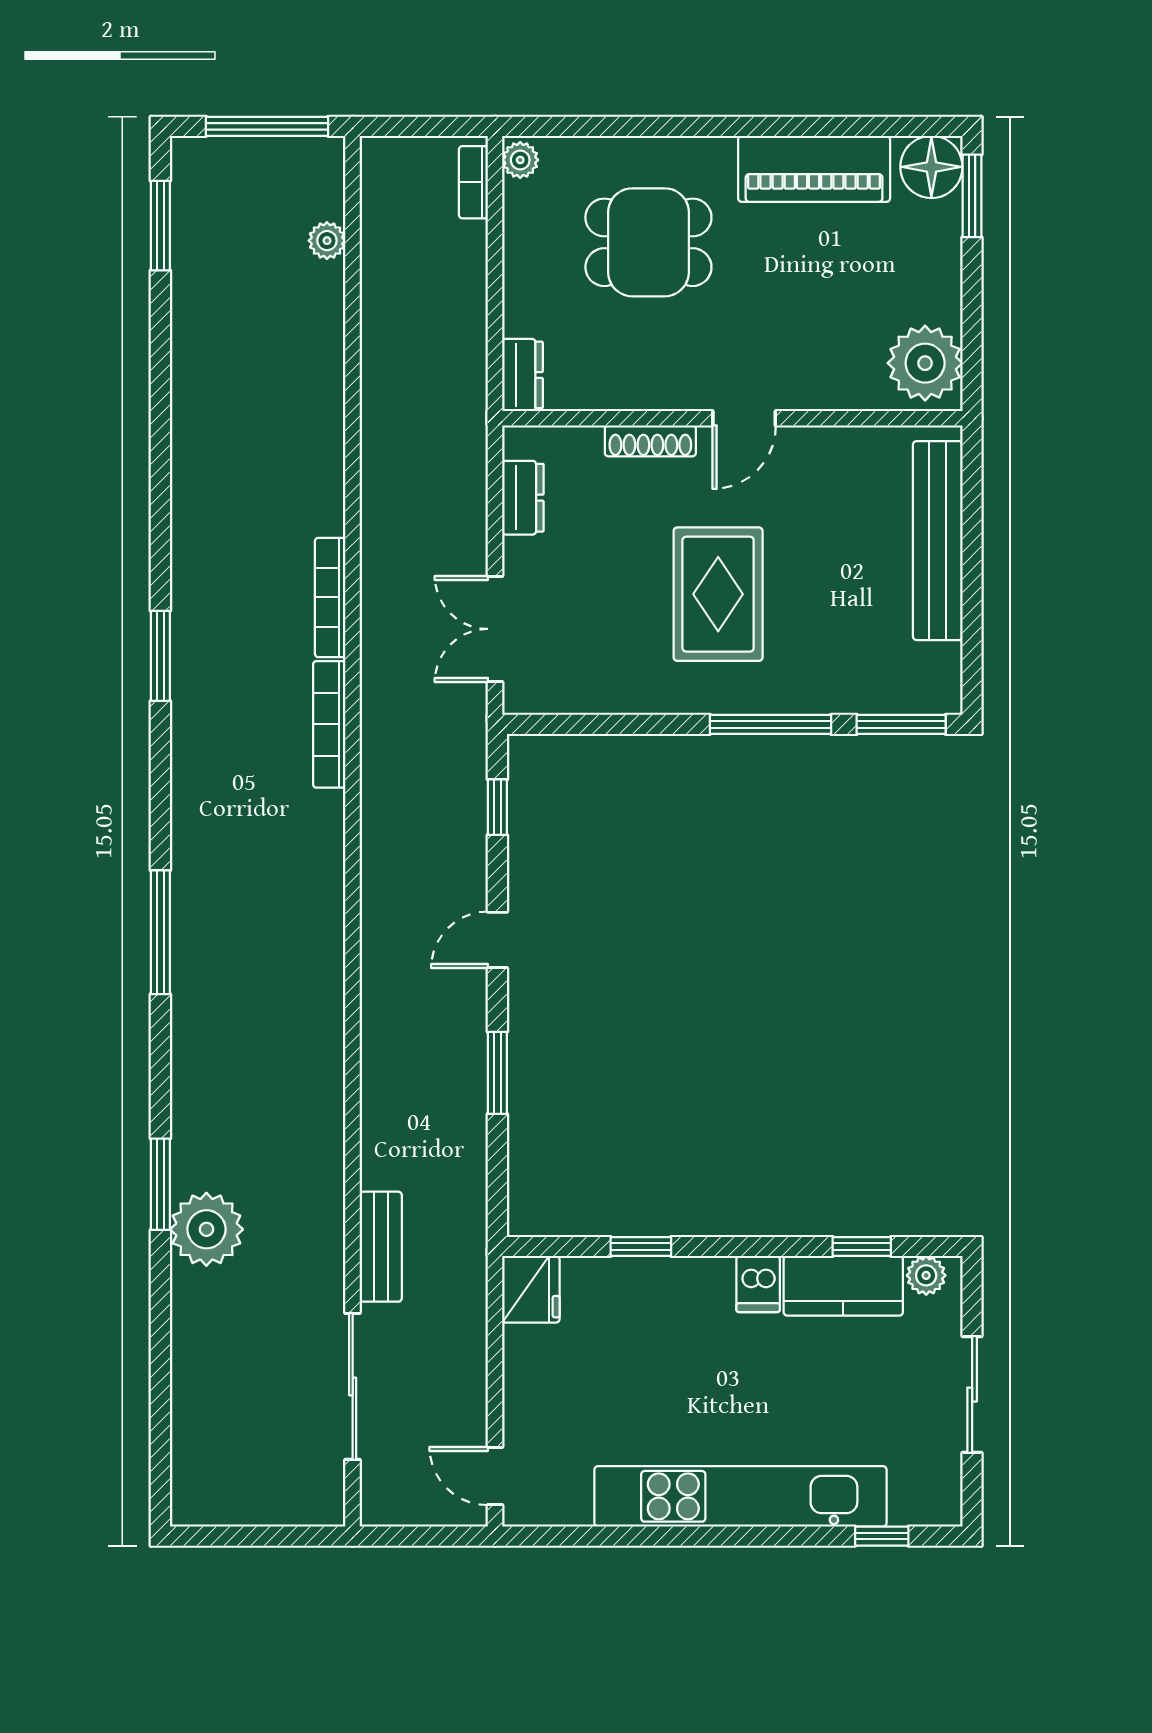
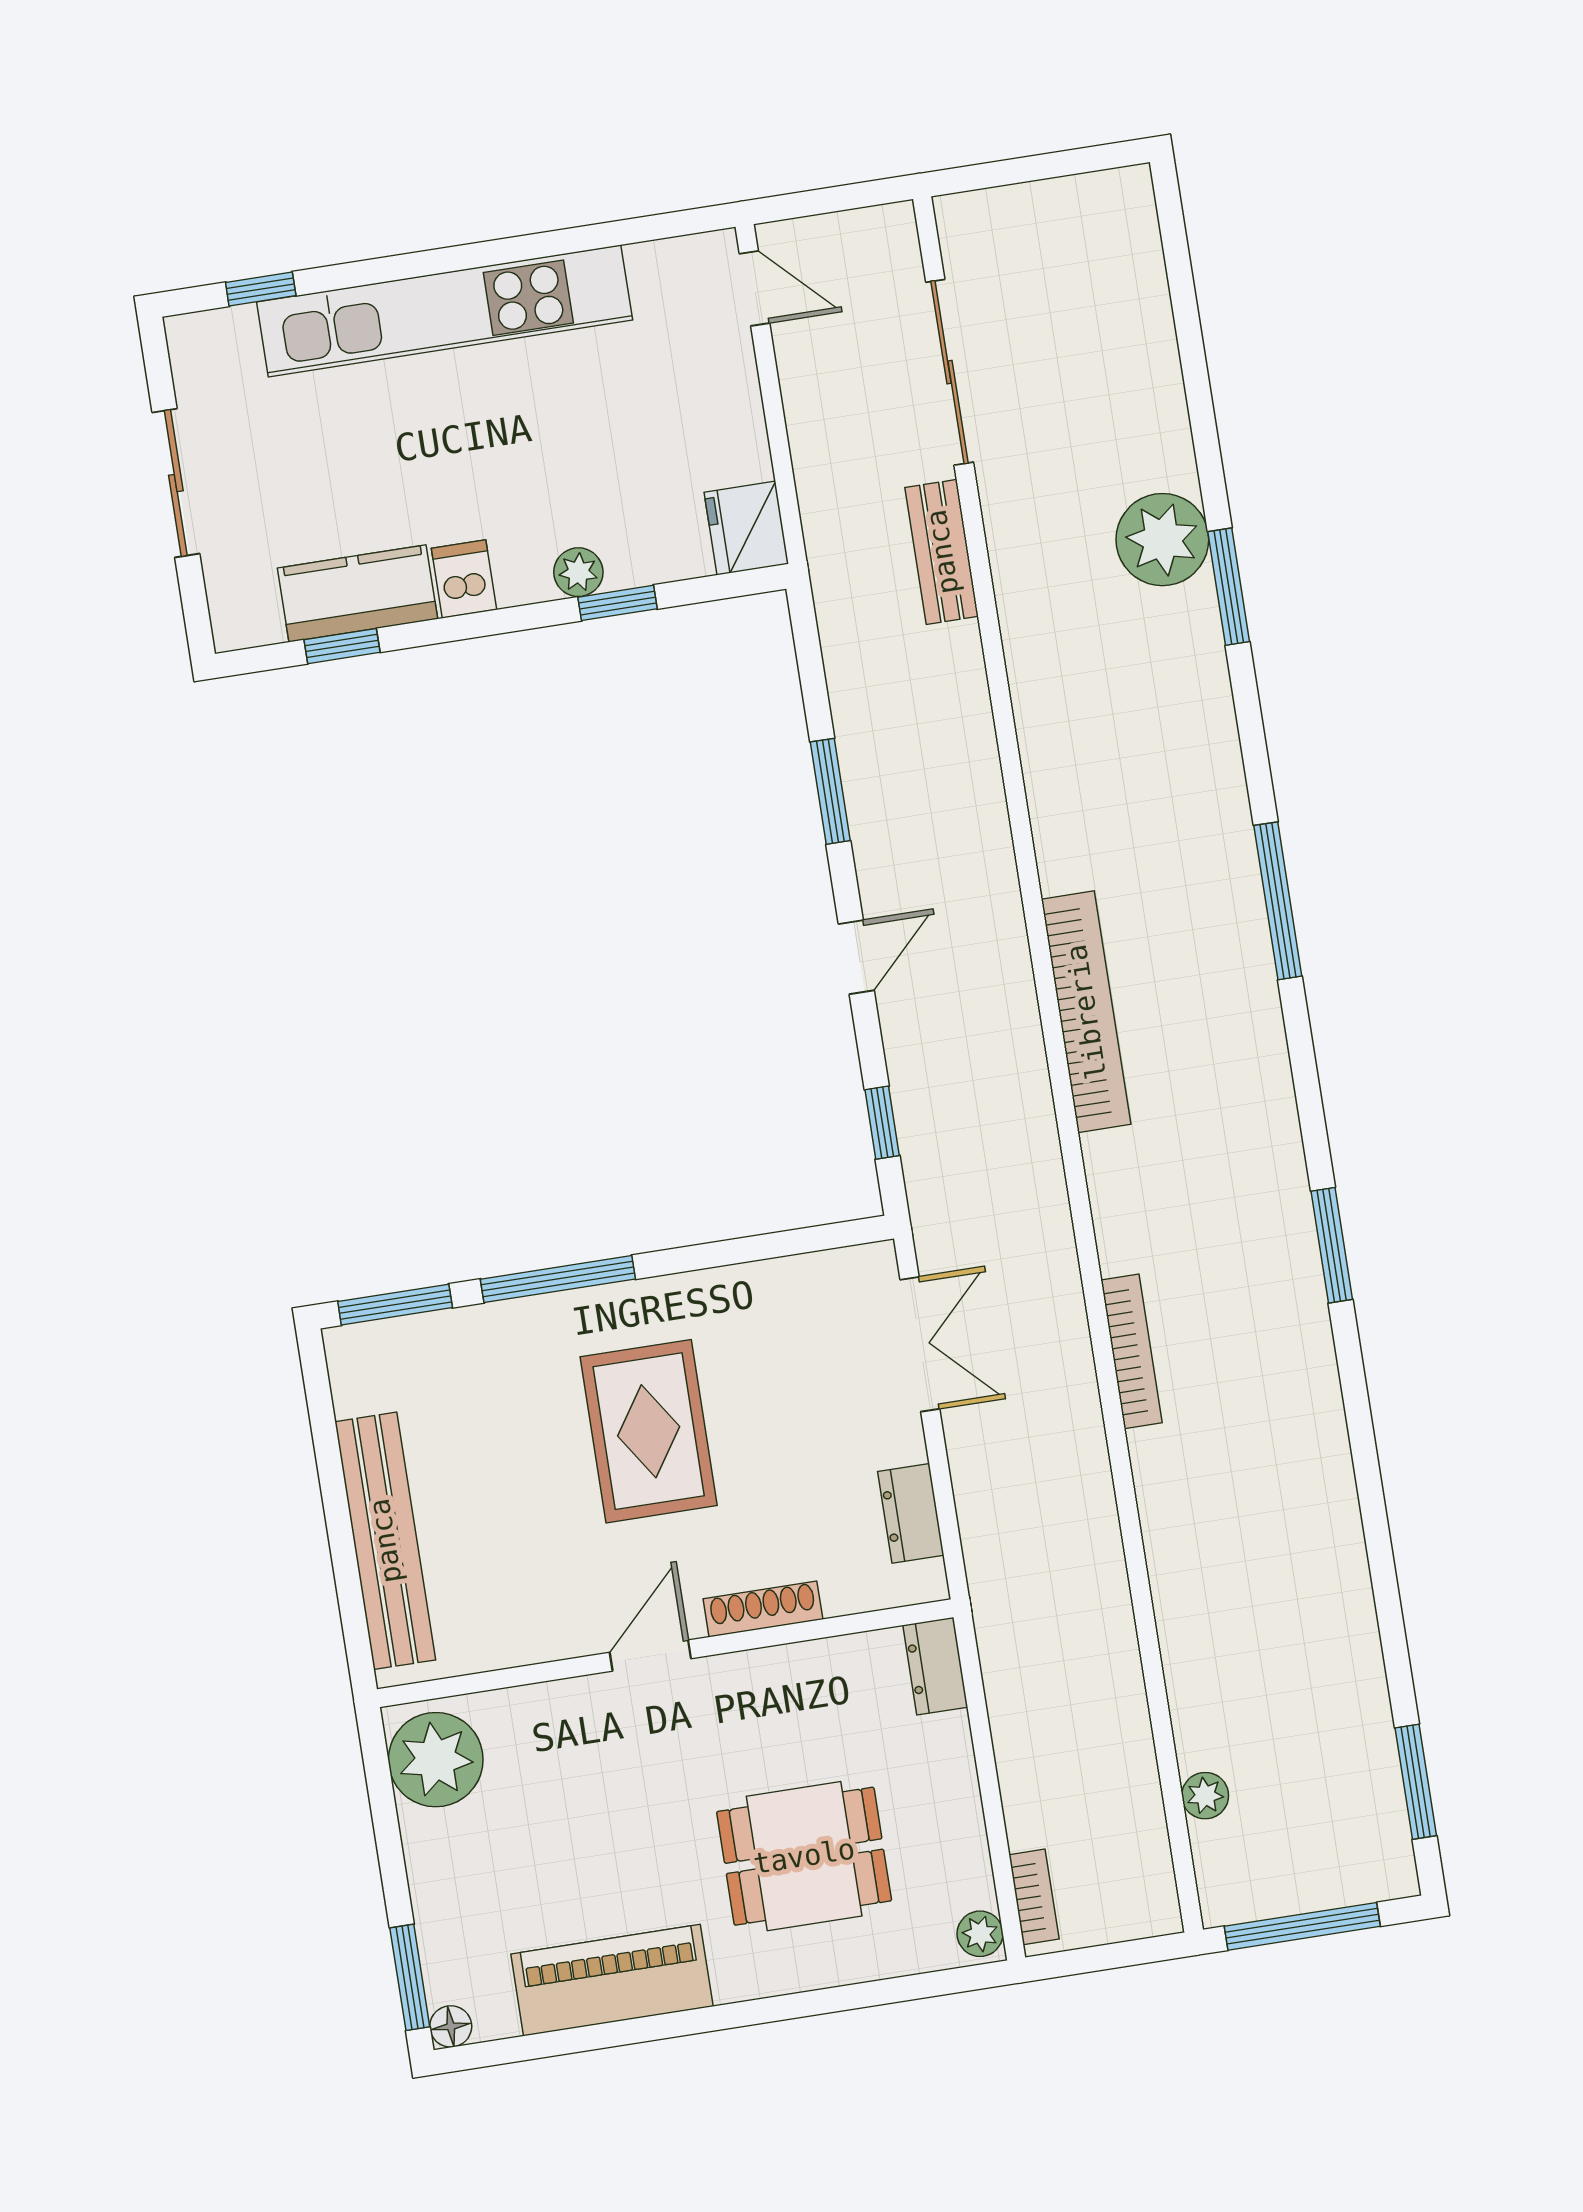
floor lamp: (931, 167) -> (451, 2026), width x0.53, depth x0.53
bookcase: (329, 724) -> (1086, 1012), moved, width x1.48, depth x1.31
plant: (926, 1275) -> (578, 572), moved

